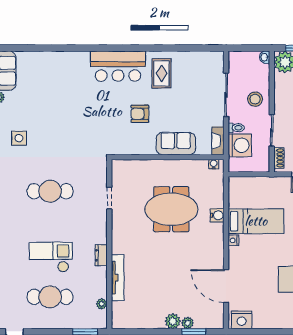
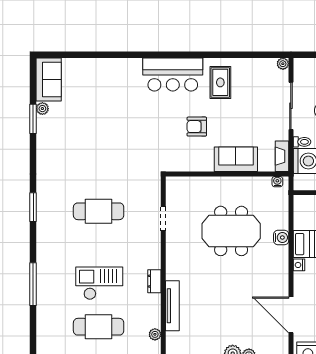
plant: (219, 56) -> (283, 64), added
side table: (19, 138) -> (64, 153), removed

